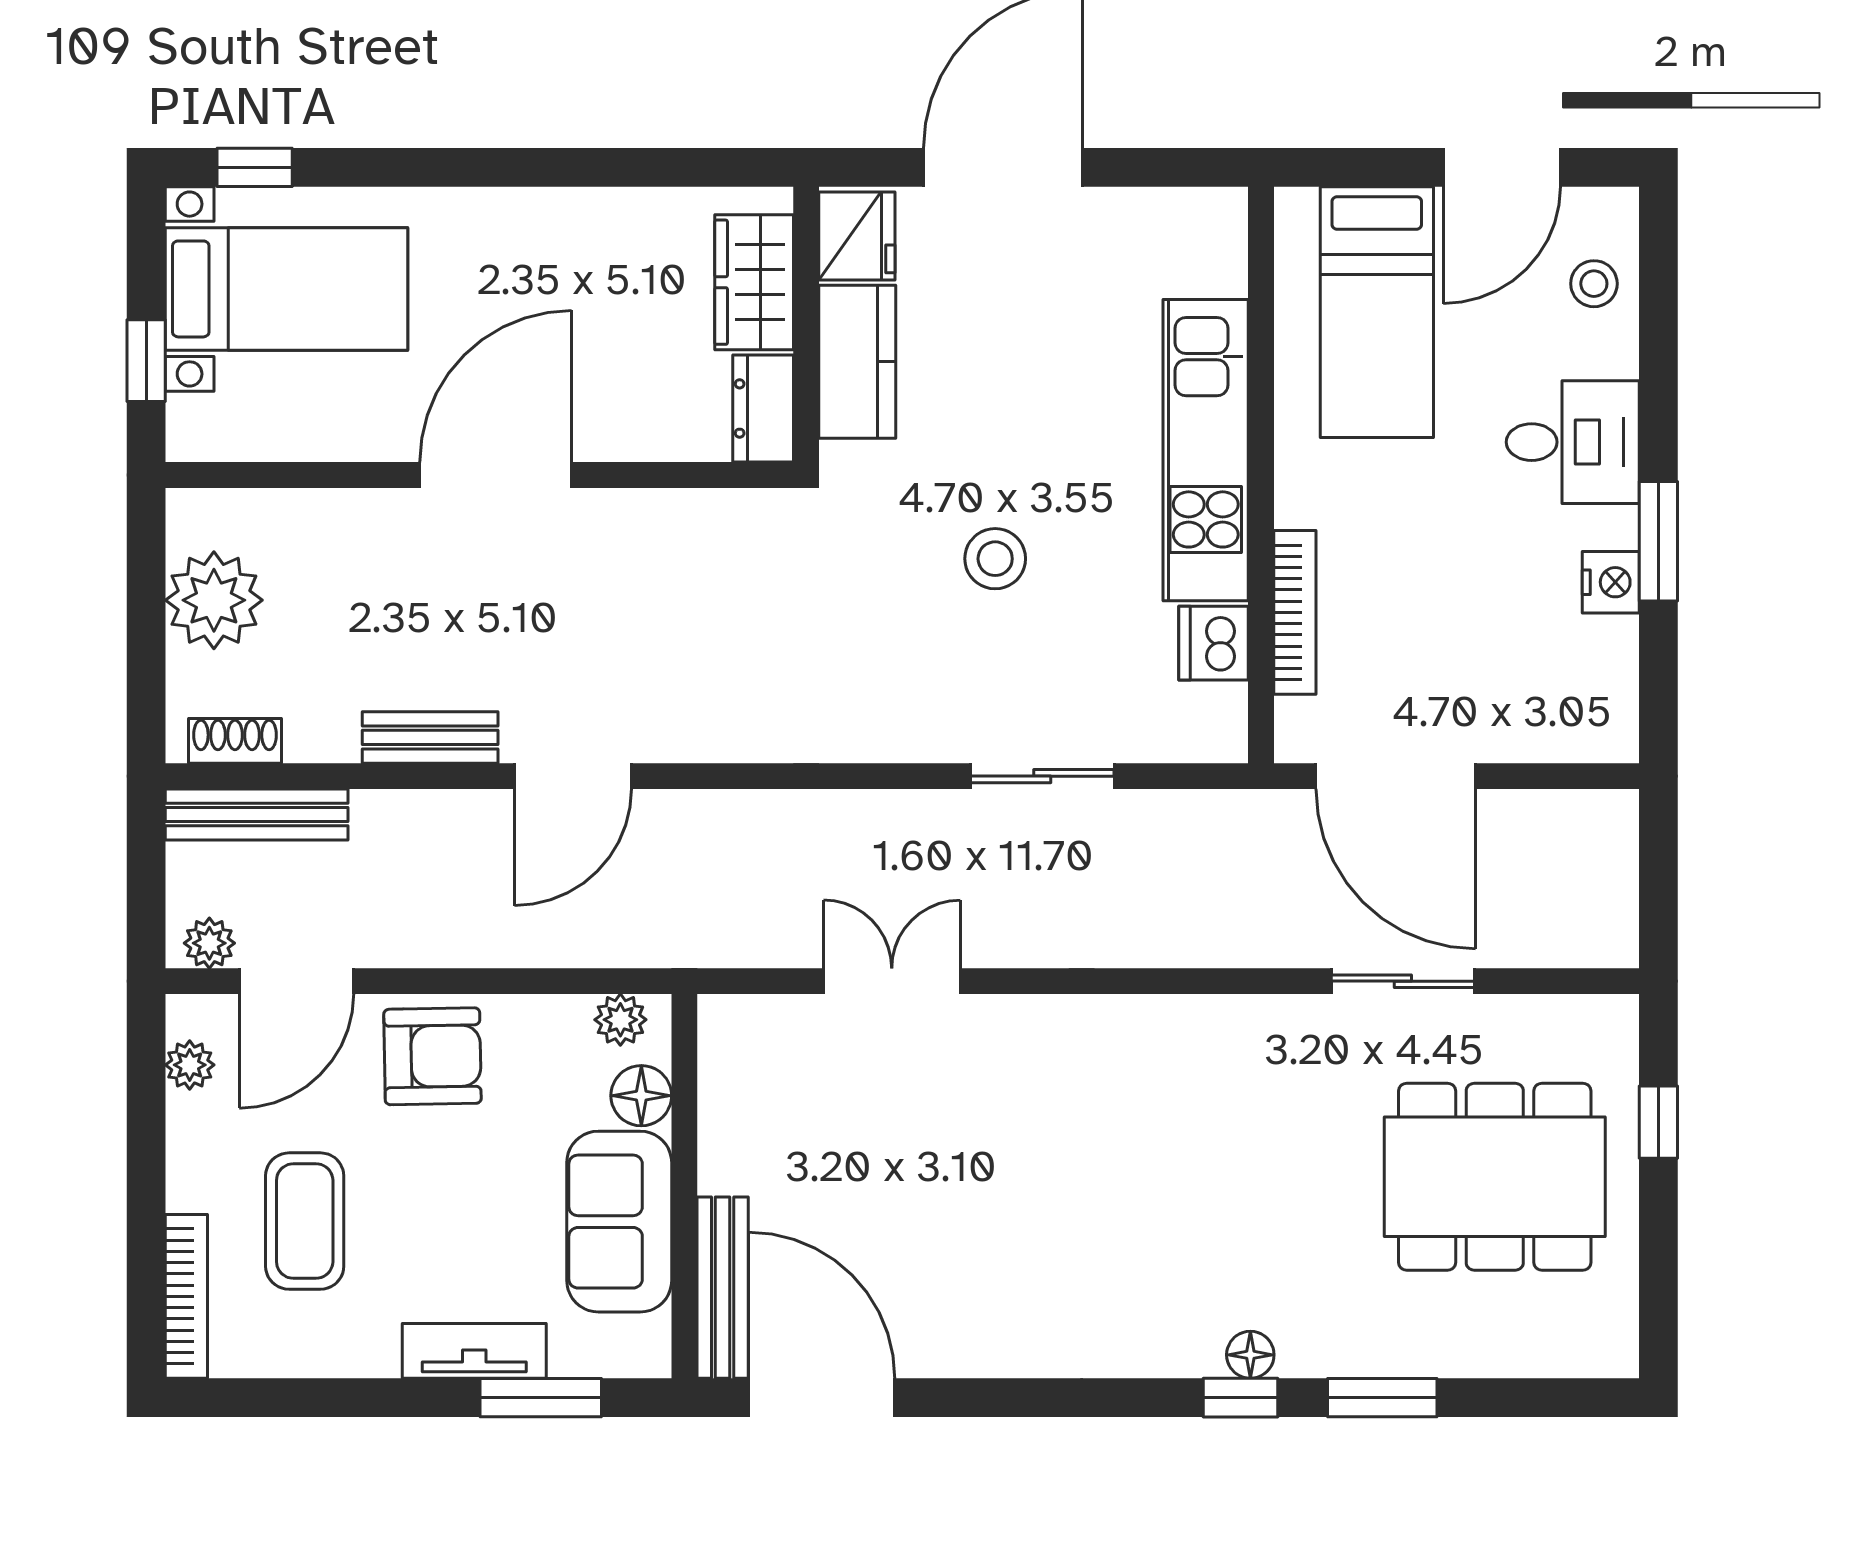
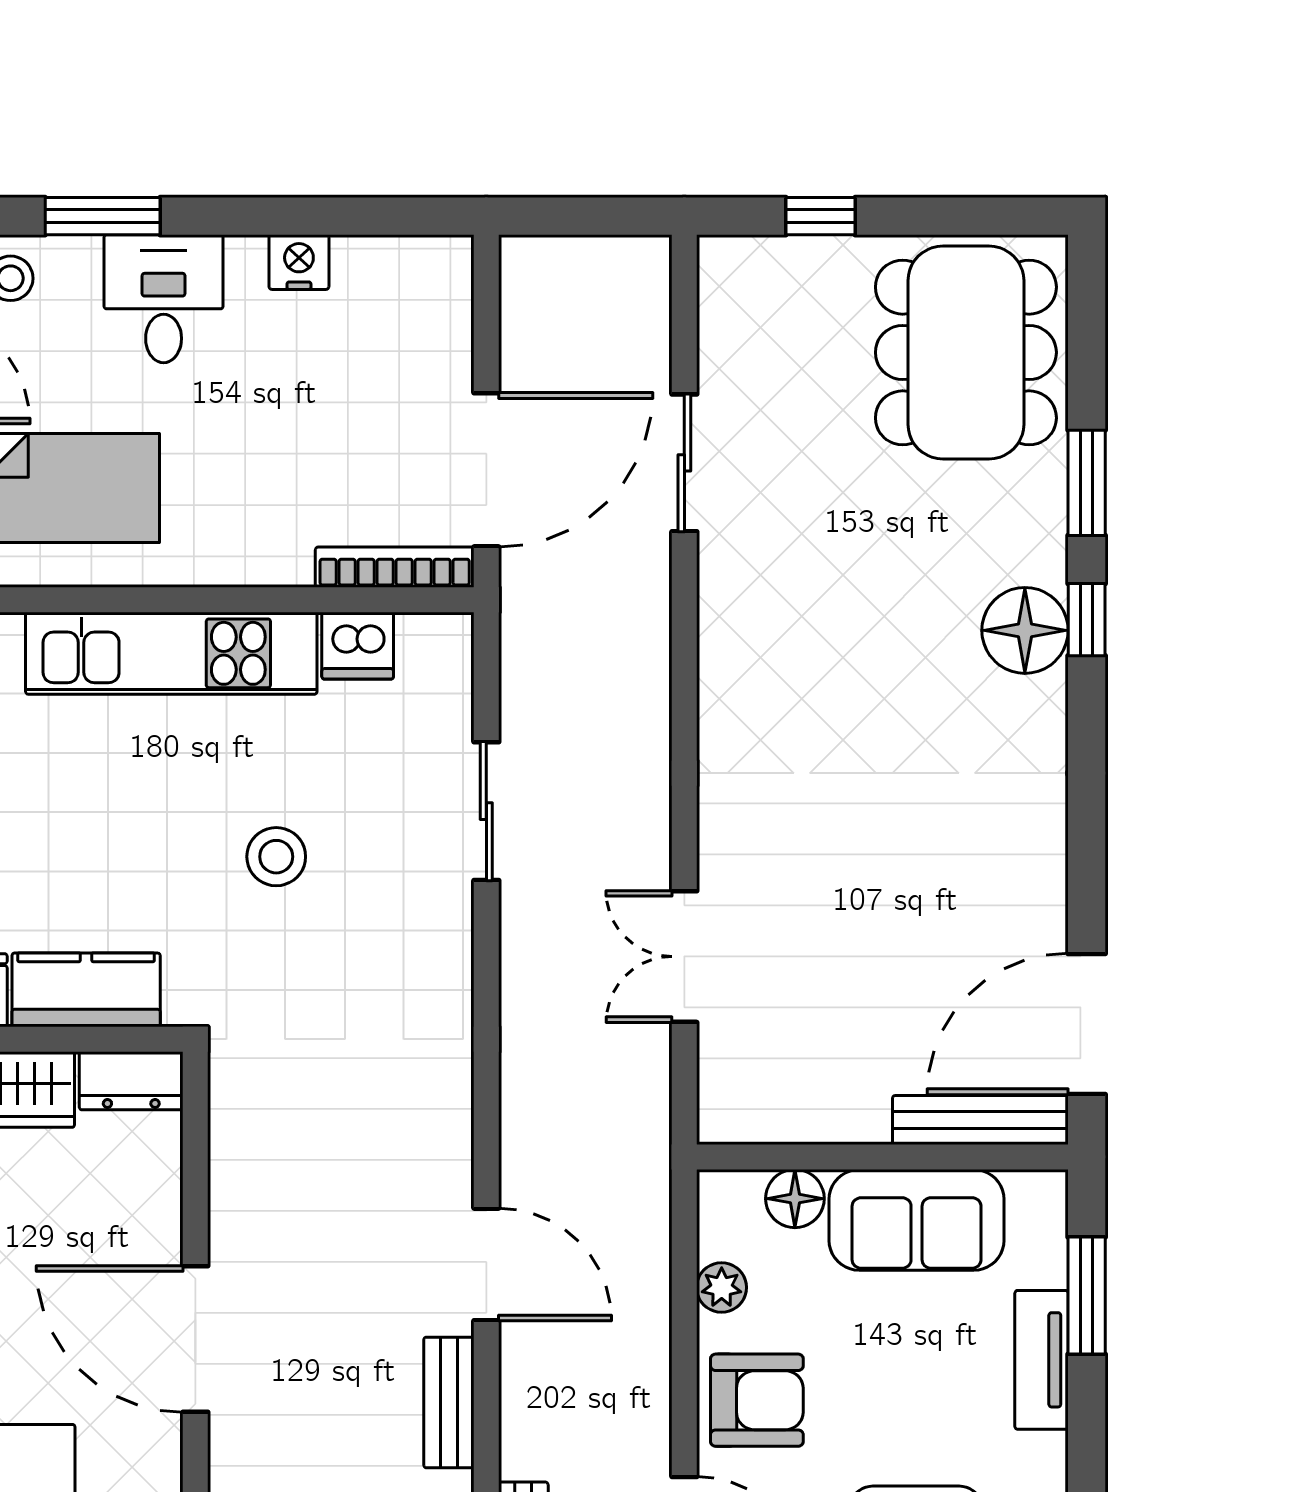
window: (1658, 541) -> (103, 216), moved
bookcase: (1295, 612) -> (395, 567), moved
plant: (620, 1020) -> (722, 1287), moved
armchair: (432, 1056) -> (757, 1400), turned 91
dining table: (1495, 1177) -> (966, 352), moved
floor lamp: (1250, 1355) -> (1025, 630), width x1.89, depth x1.89

